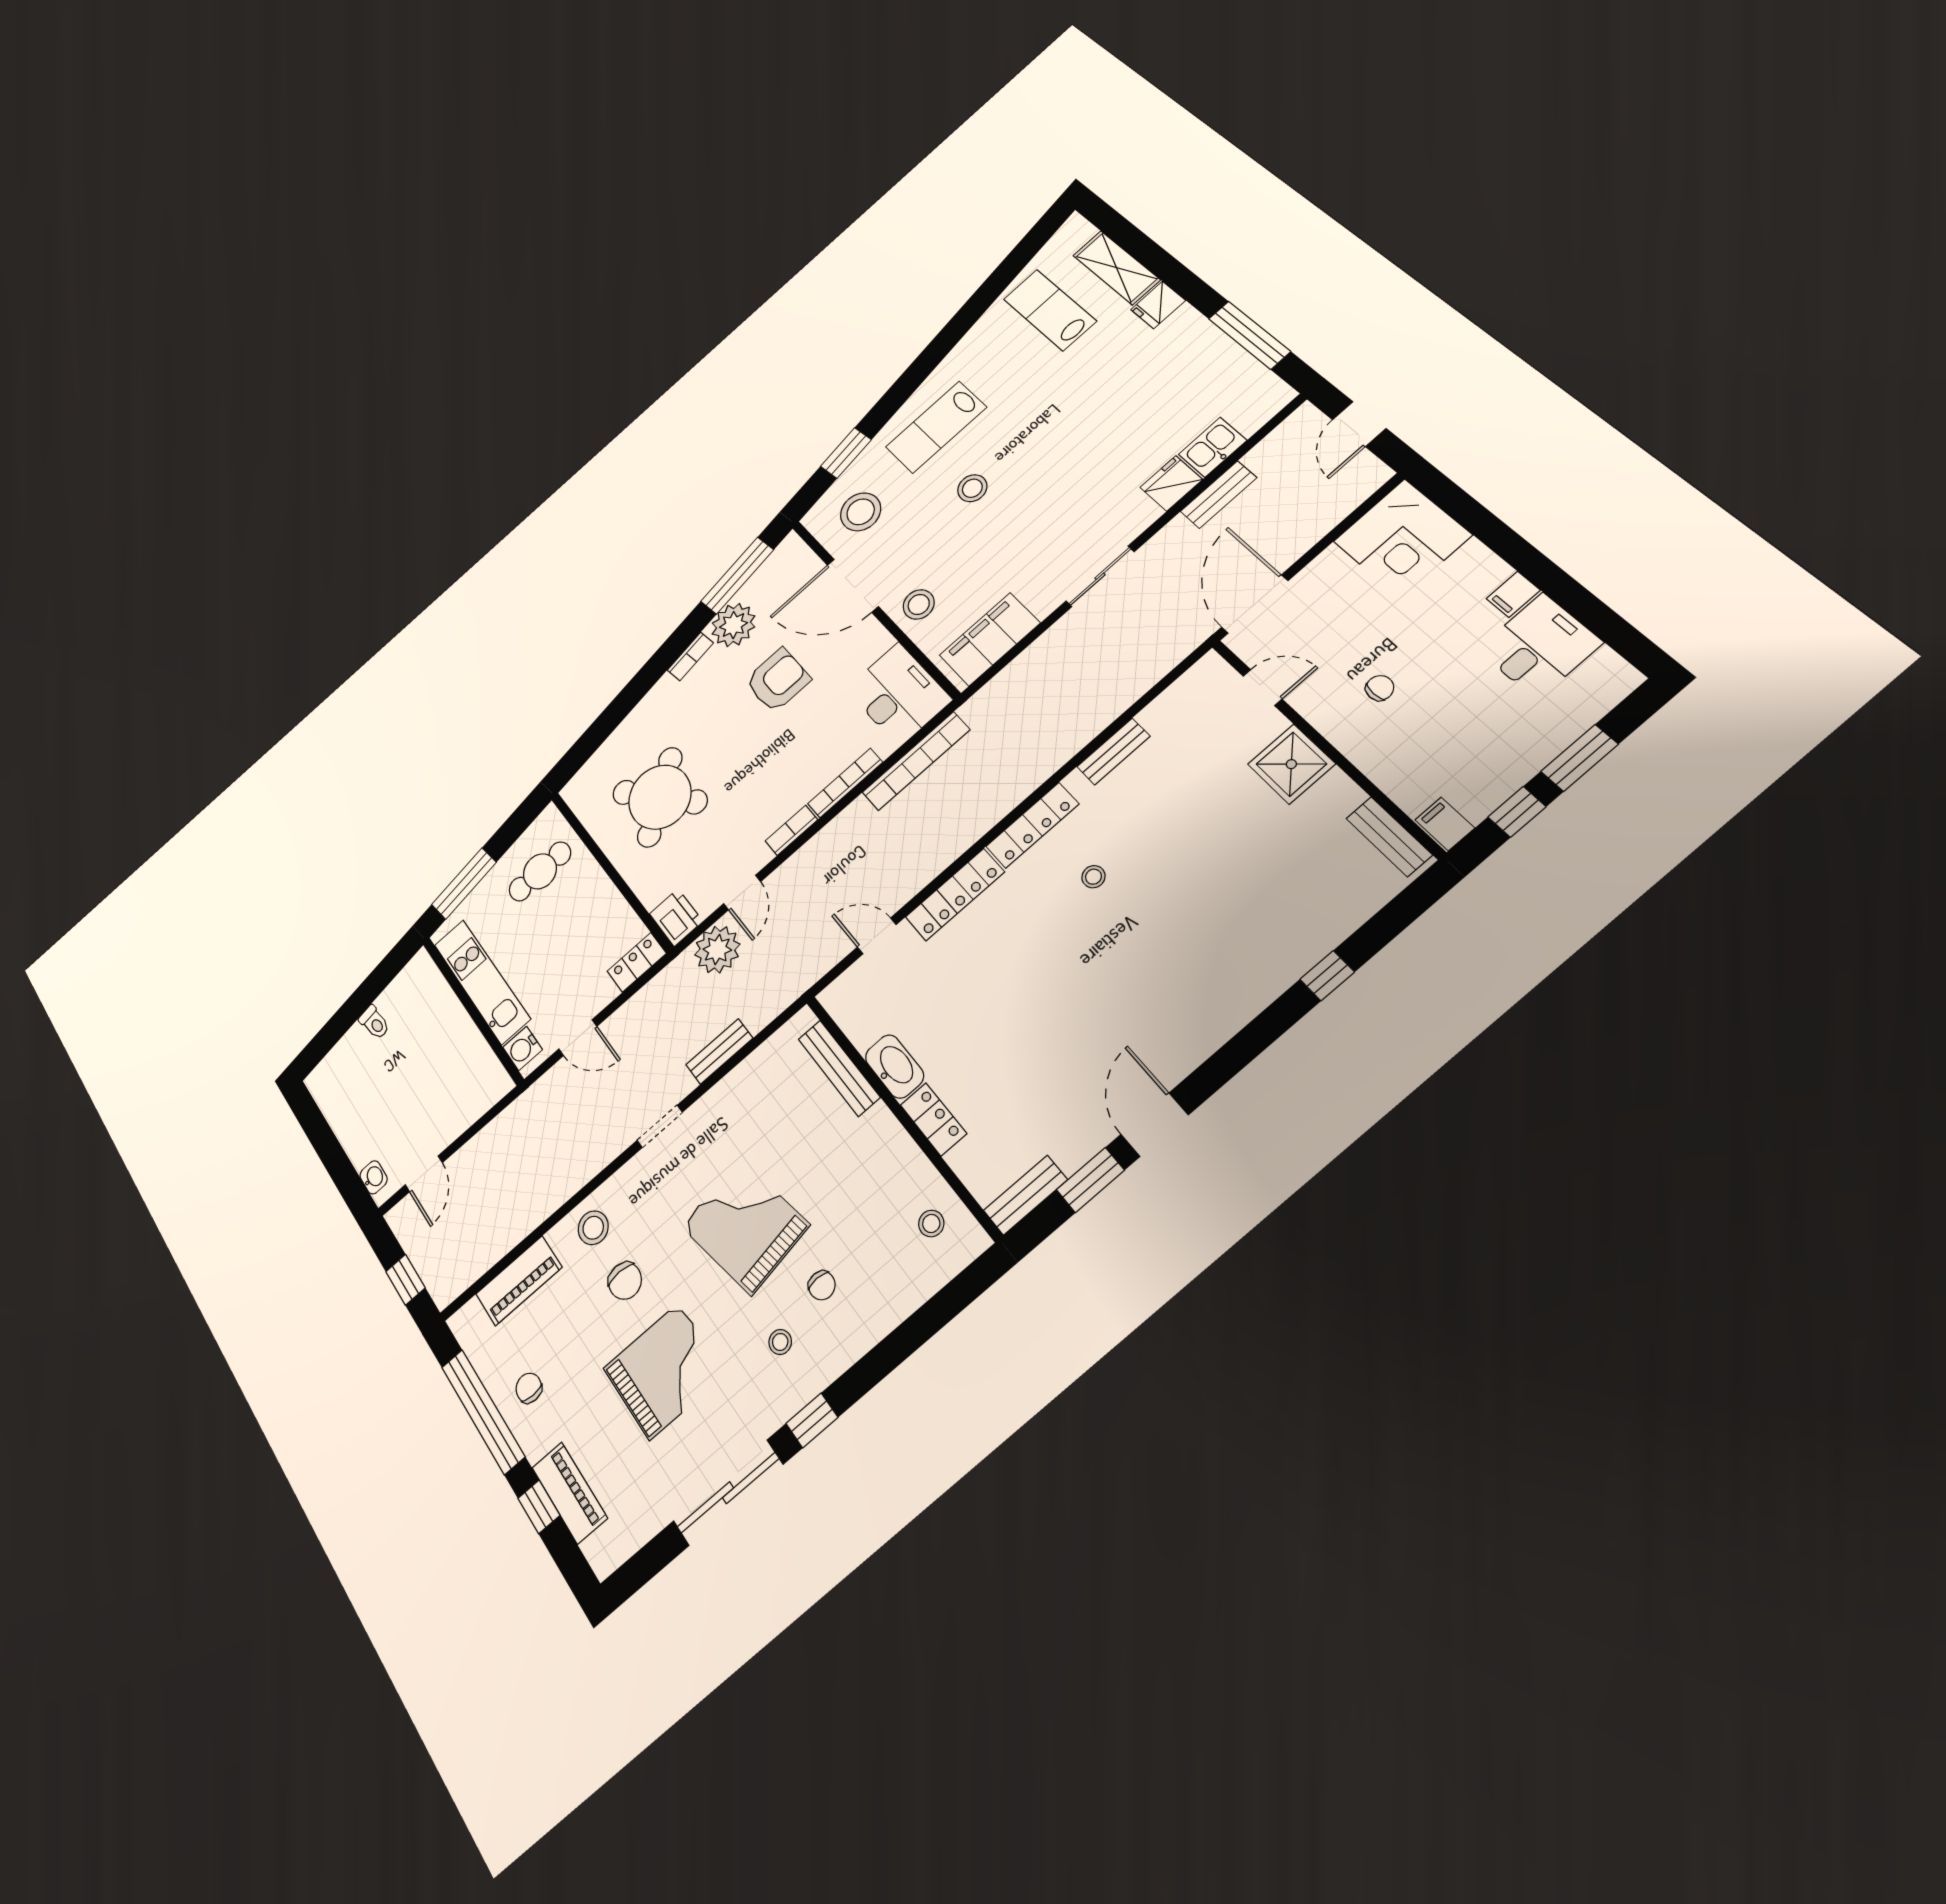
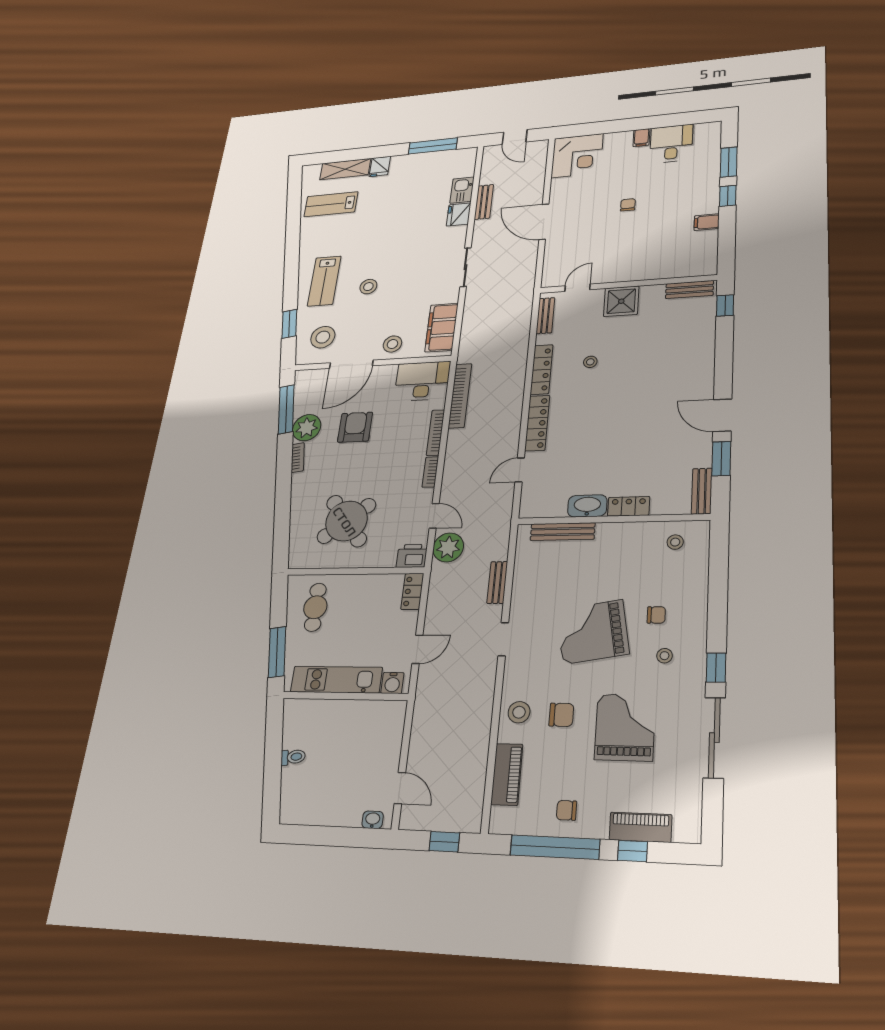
door: (1262, 688) -> (578, 288), moved
wall: (1325, 746) -> (627, 284), moved
shower: (1291, 764) -> (621, 301), moved
bench: (1389, 837) -> (689, 290), moved

